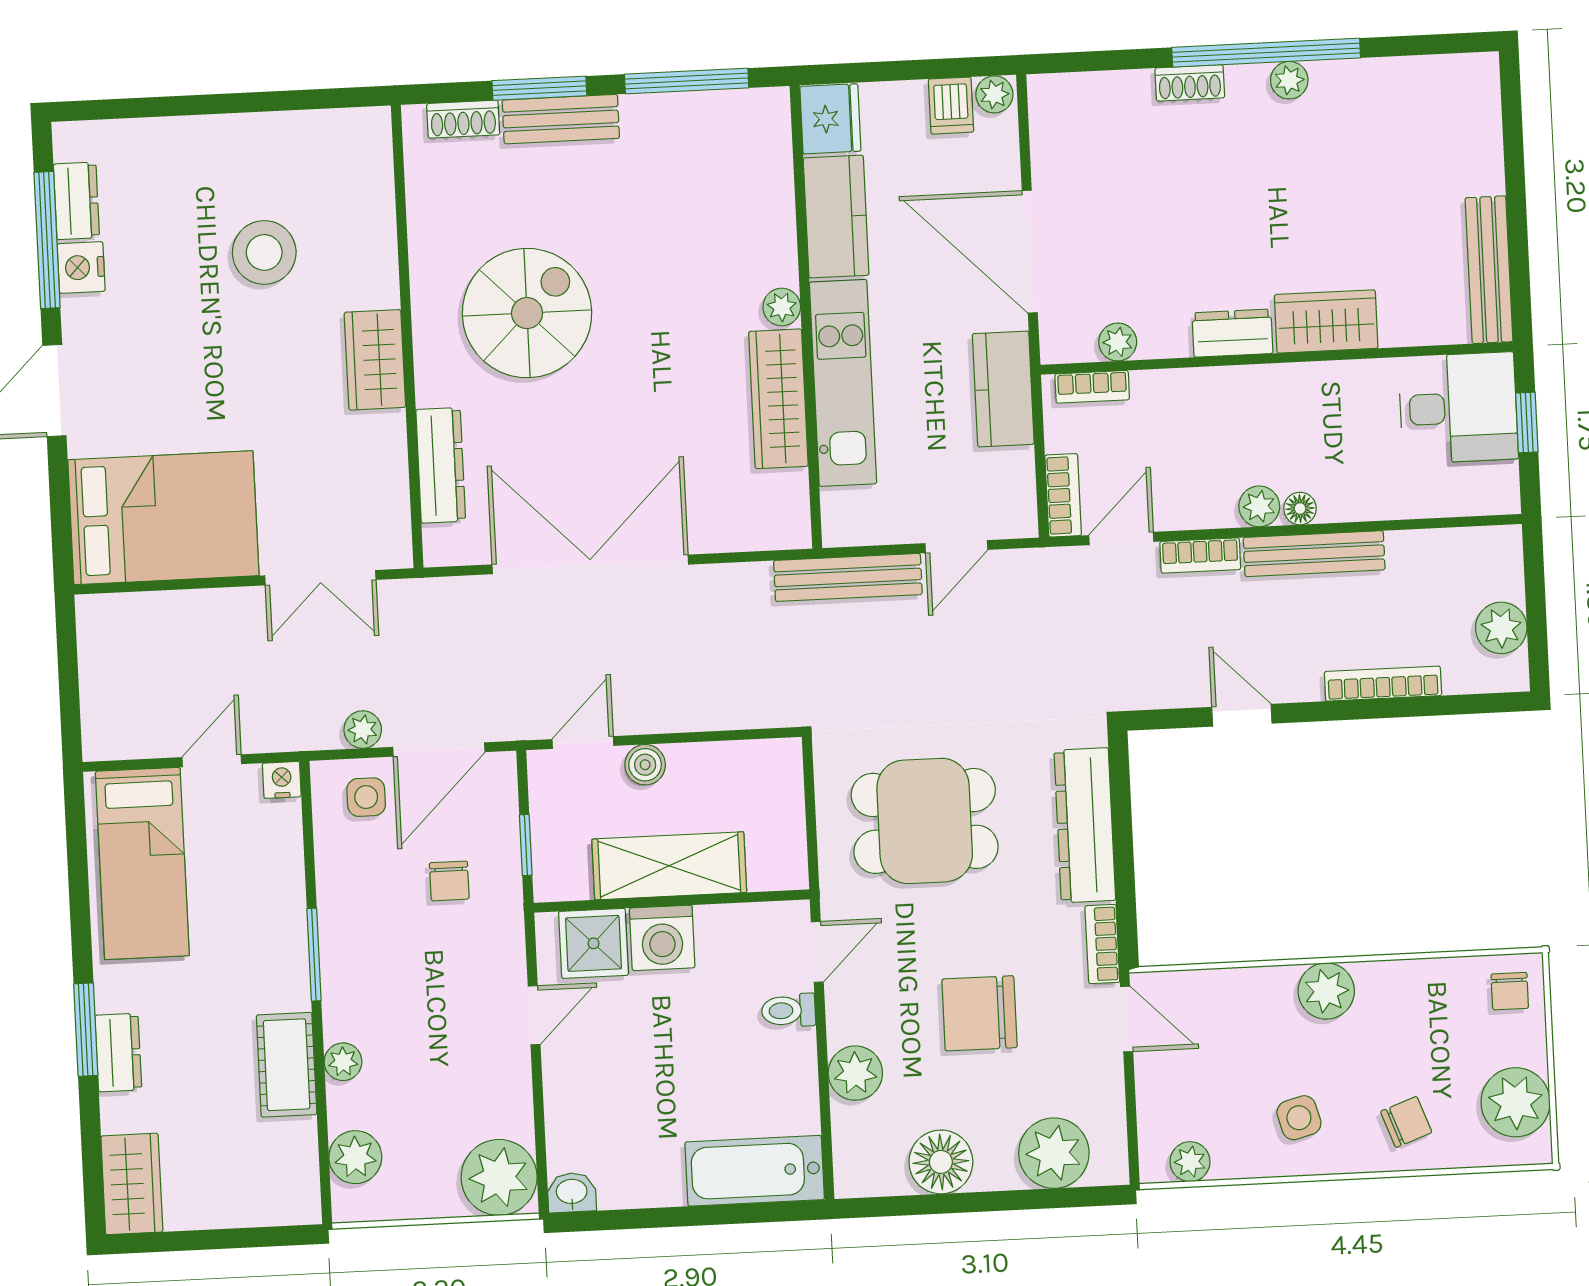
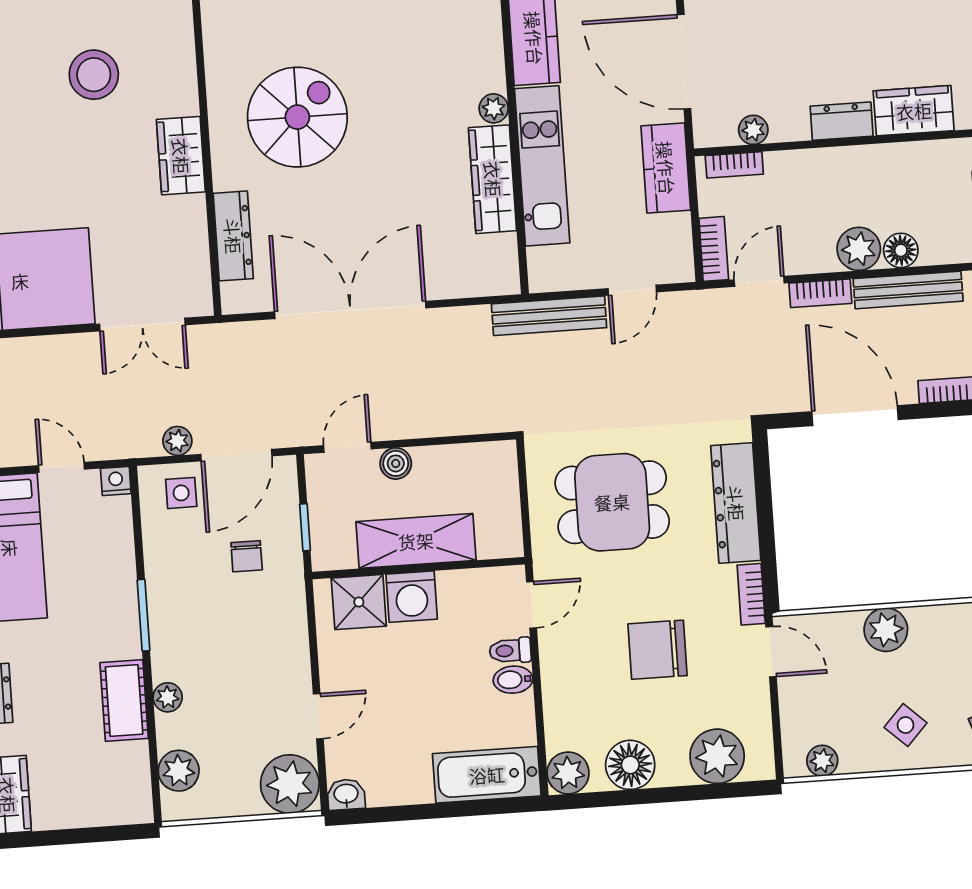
plant: (1259, 506) -> (859, 249), width x1.38, depth x1.38
floor lamp: (1300, 509) -> (901, 250), width x1.37, depth x1.37
door: (1242, 715) -> (855, 416), width x1.87
door: (212, 761) -> (62, 467), hinge flipped
plant: (1326, 991) -> (886, 630), moved
door: (534, 1015) -> (318, 716), moved
bidet: (791, 1048) -> (513, 680), added
plant: (855, 1073) -> (568, 773), moved
side table: (1299, 1118) -> (906, 725), turned -32

